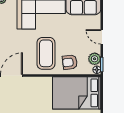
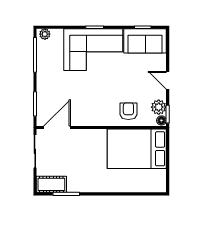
coffee table: (46, 53) -> (99, 100), removed
armchair: (70, 62) -> (128, 111), turned 97

